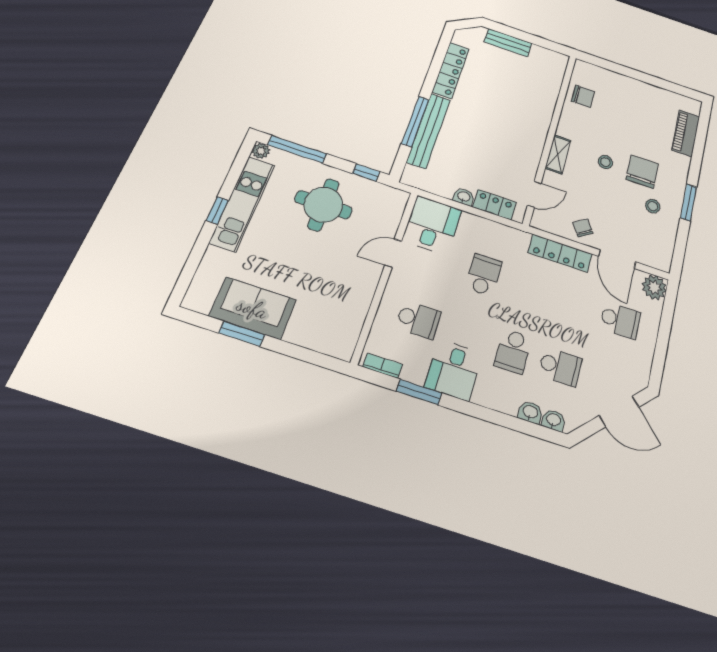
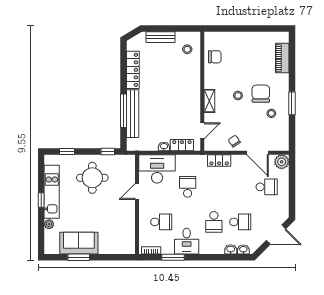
stool: (544, 72) -> (187, 49), added
window: (297, 149) -> (67, 152), width x0.46
plant: (261, 151) -> (49, 224), moved
desk: (432, 225) -> (157, 169), width x1.37
locker: (560, 253) -> (219, 160), width x0.66

